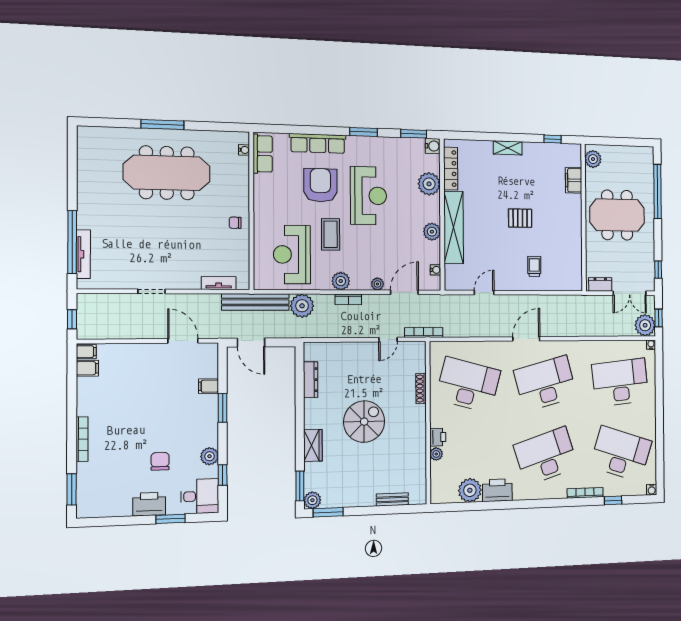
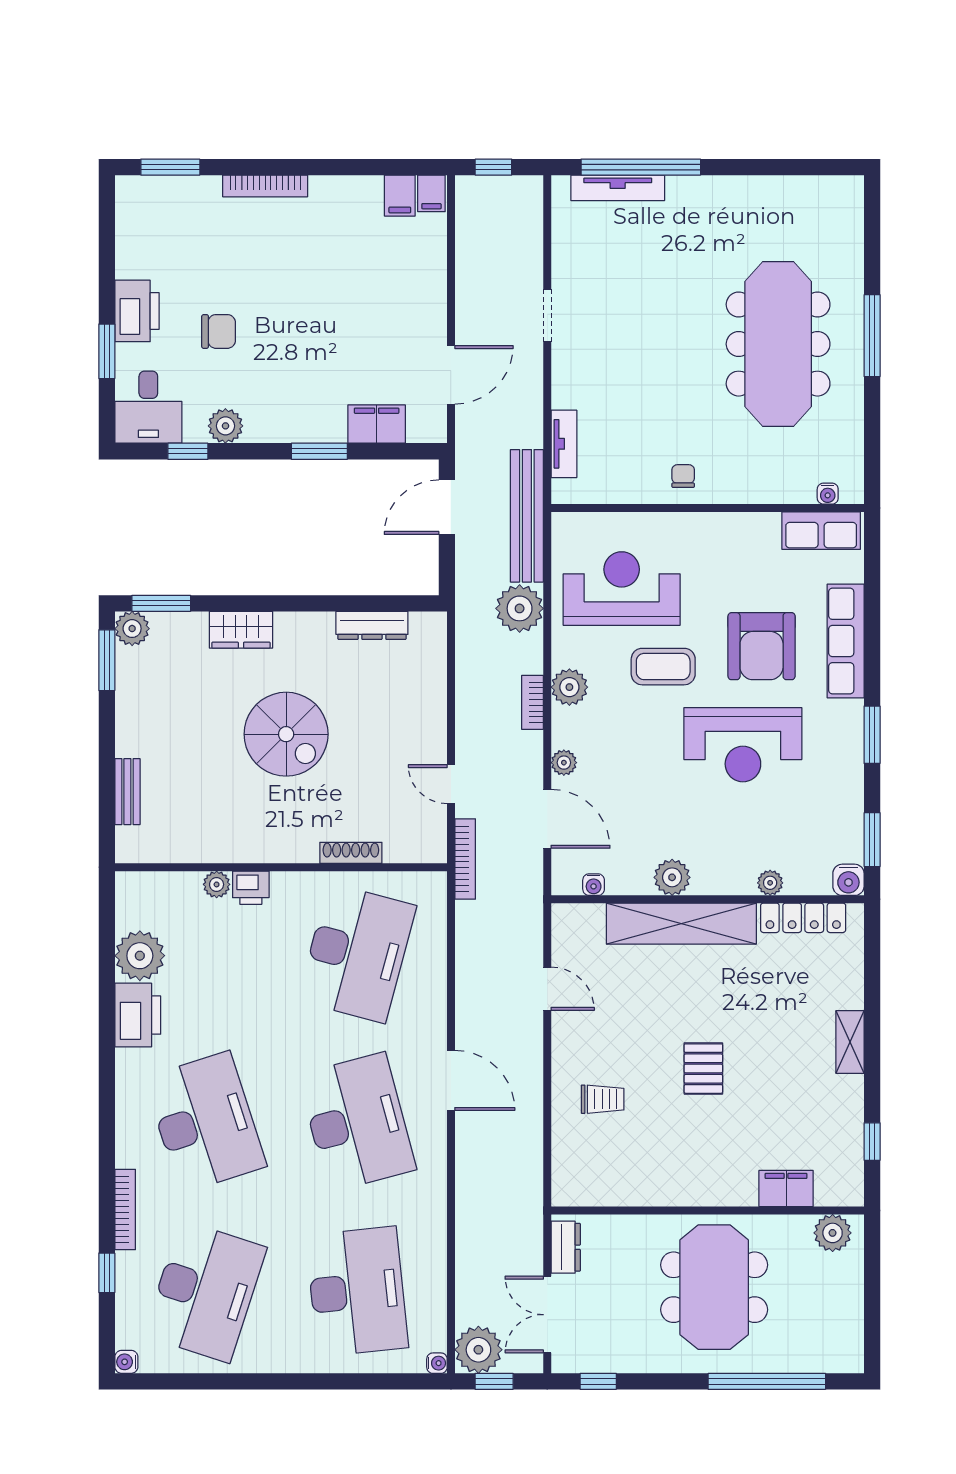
plant: (429, 184) -> (770, 883), width x0.53, depth x0.53
armchair: (320, 185) -> (762, 646), turned 90
filing cabinet: (209, 386) -> (377, 424), width x2.00

